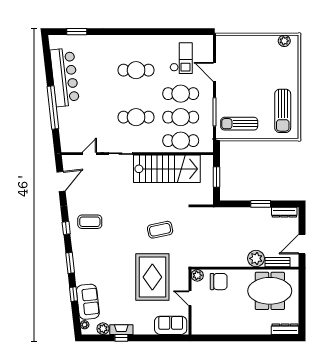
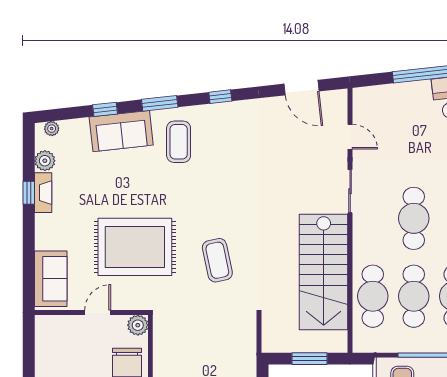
coffee table: (90, 222) -> (179, 142), moved
sofa: (88, 302) -> (121, 131), moved

